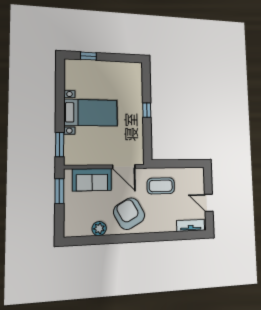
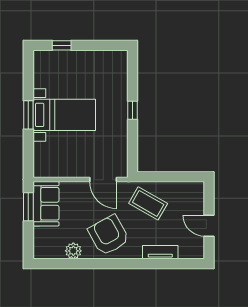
window: (60, 145) -> (28, 115), moved
sofa: (92, 180) -> (46, 204), moved, turned -90
coffee table: (161, 186) -> (148, 203), turned 30
tv unit: (191, 225) -> (160, 252), moved

